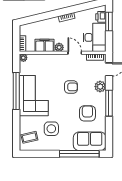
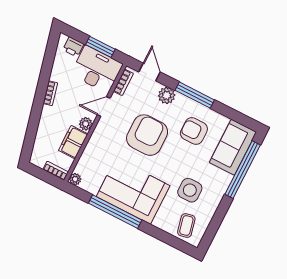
window: (109, 21) -> (100, 47), moved
armchair: (71, 87) -> (147, 135), width x1.88, depth x1.88

